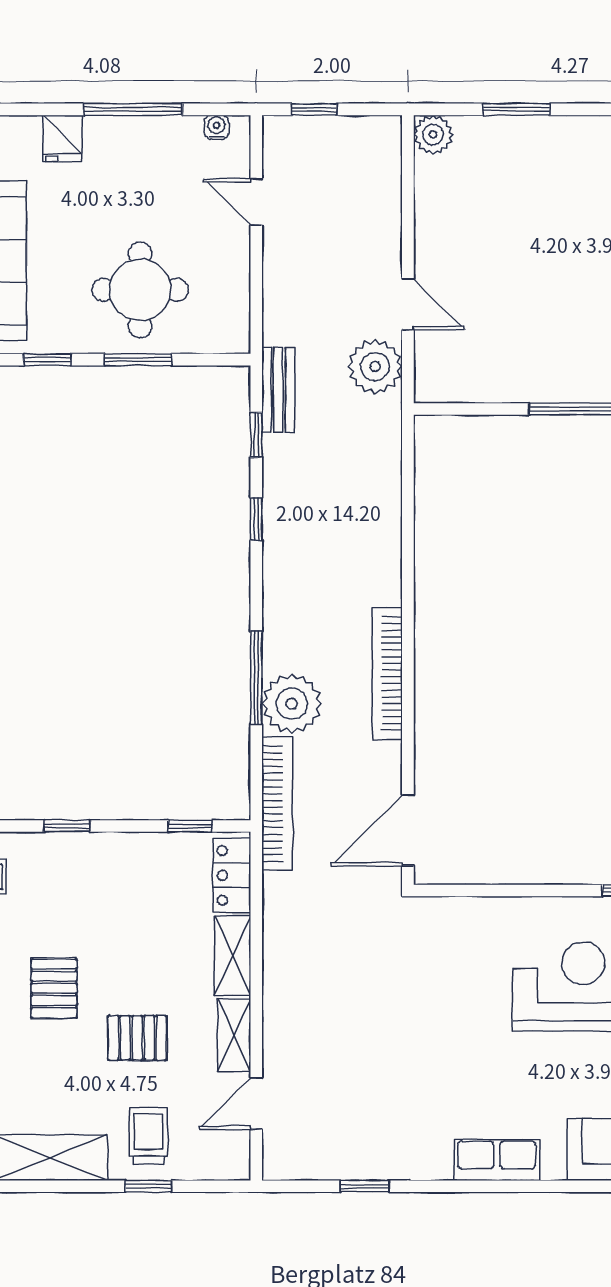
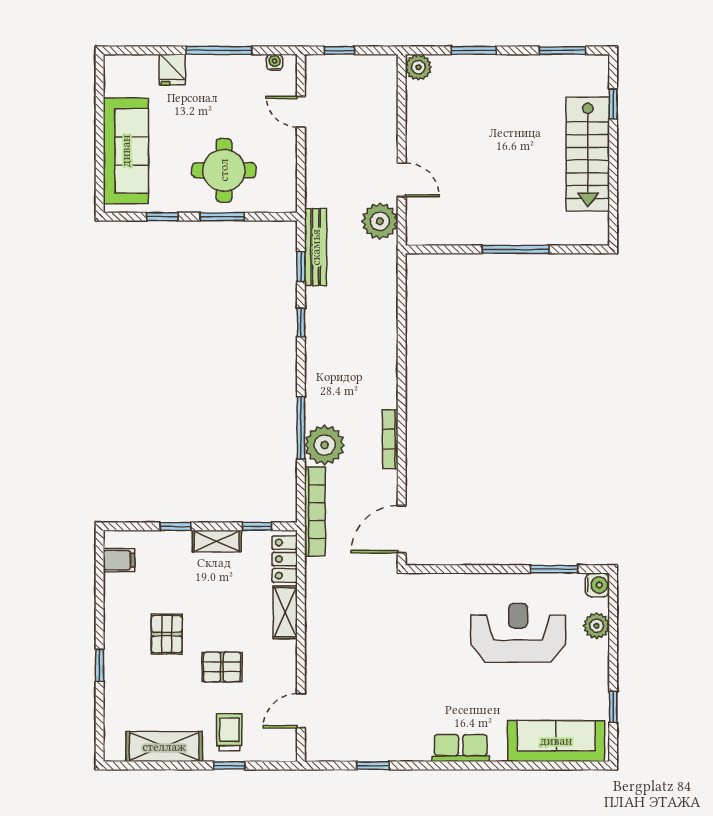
bench: (278, 390) -> (316, 247), width x1.36
bookcase: (387, 674) -> (390, 439), width x0.68, depth x0.76
shelving: (234, 1035) -> (217, 541), moved, turned 90

